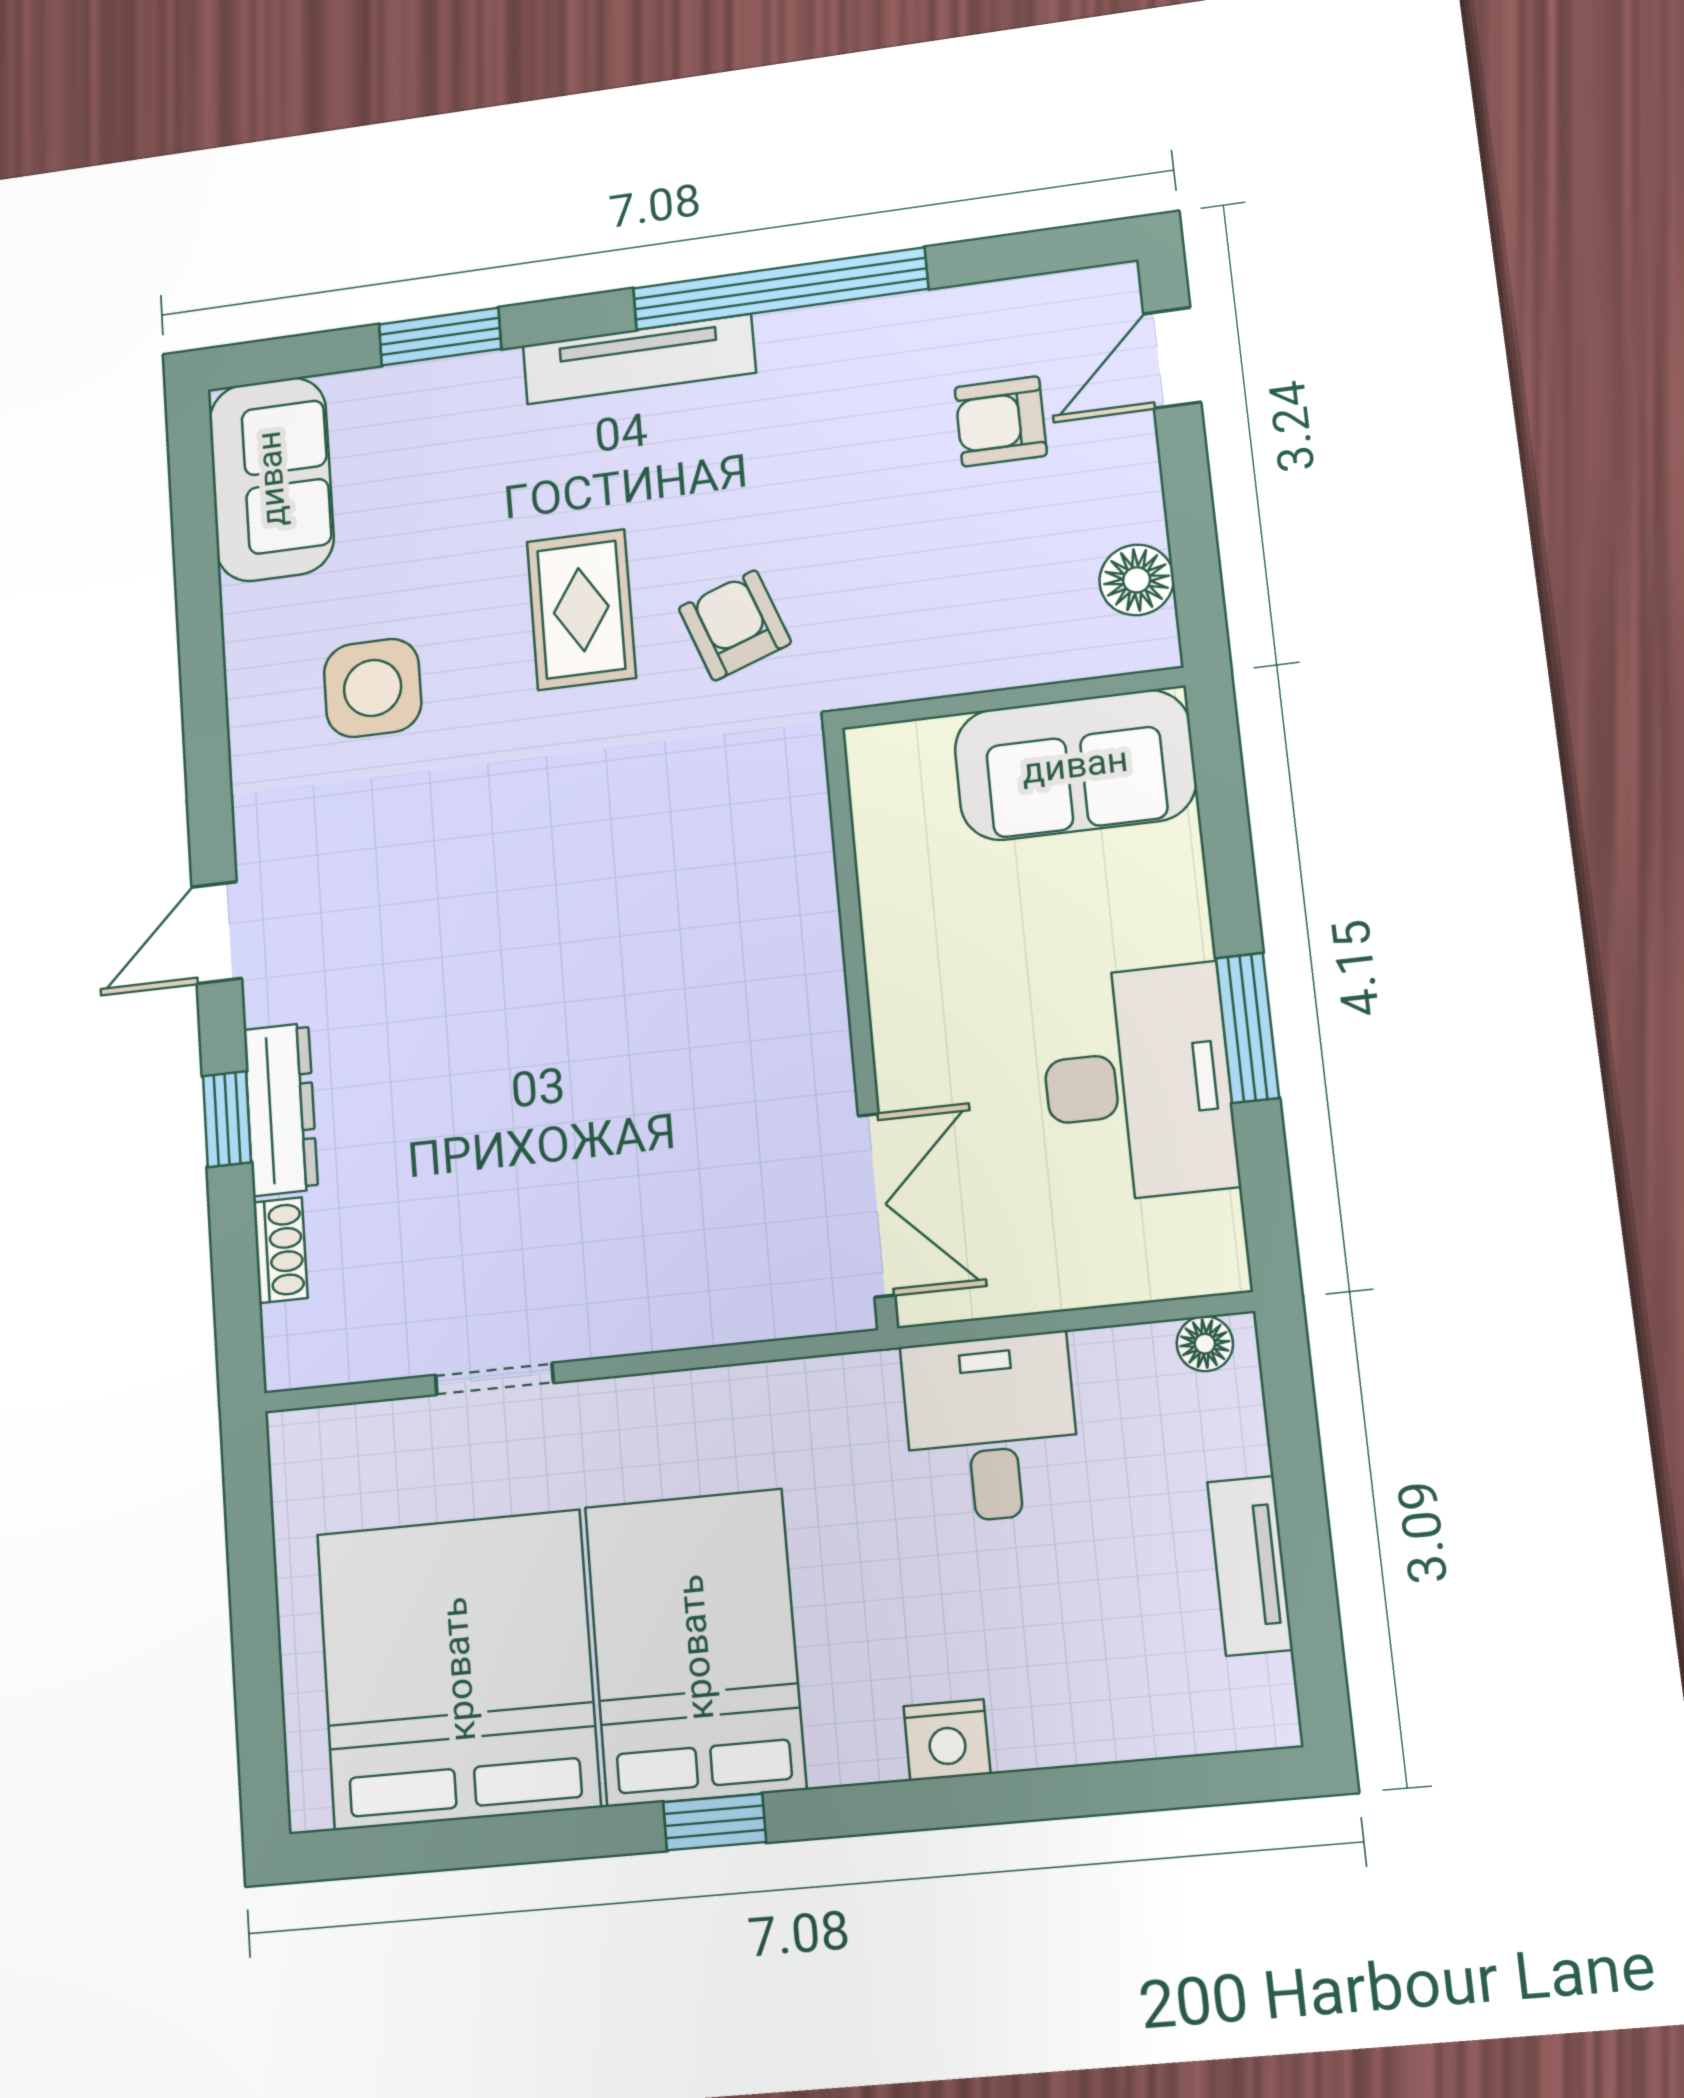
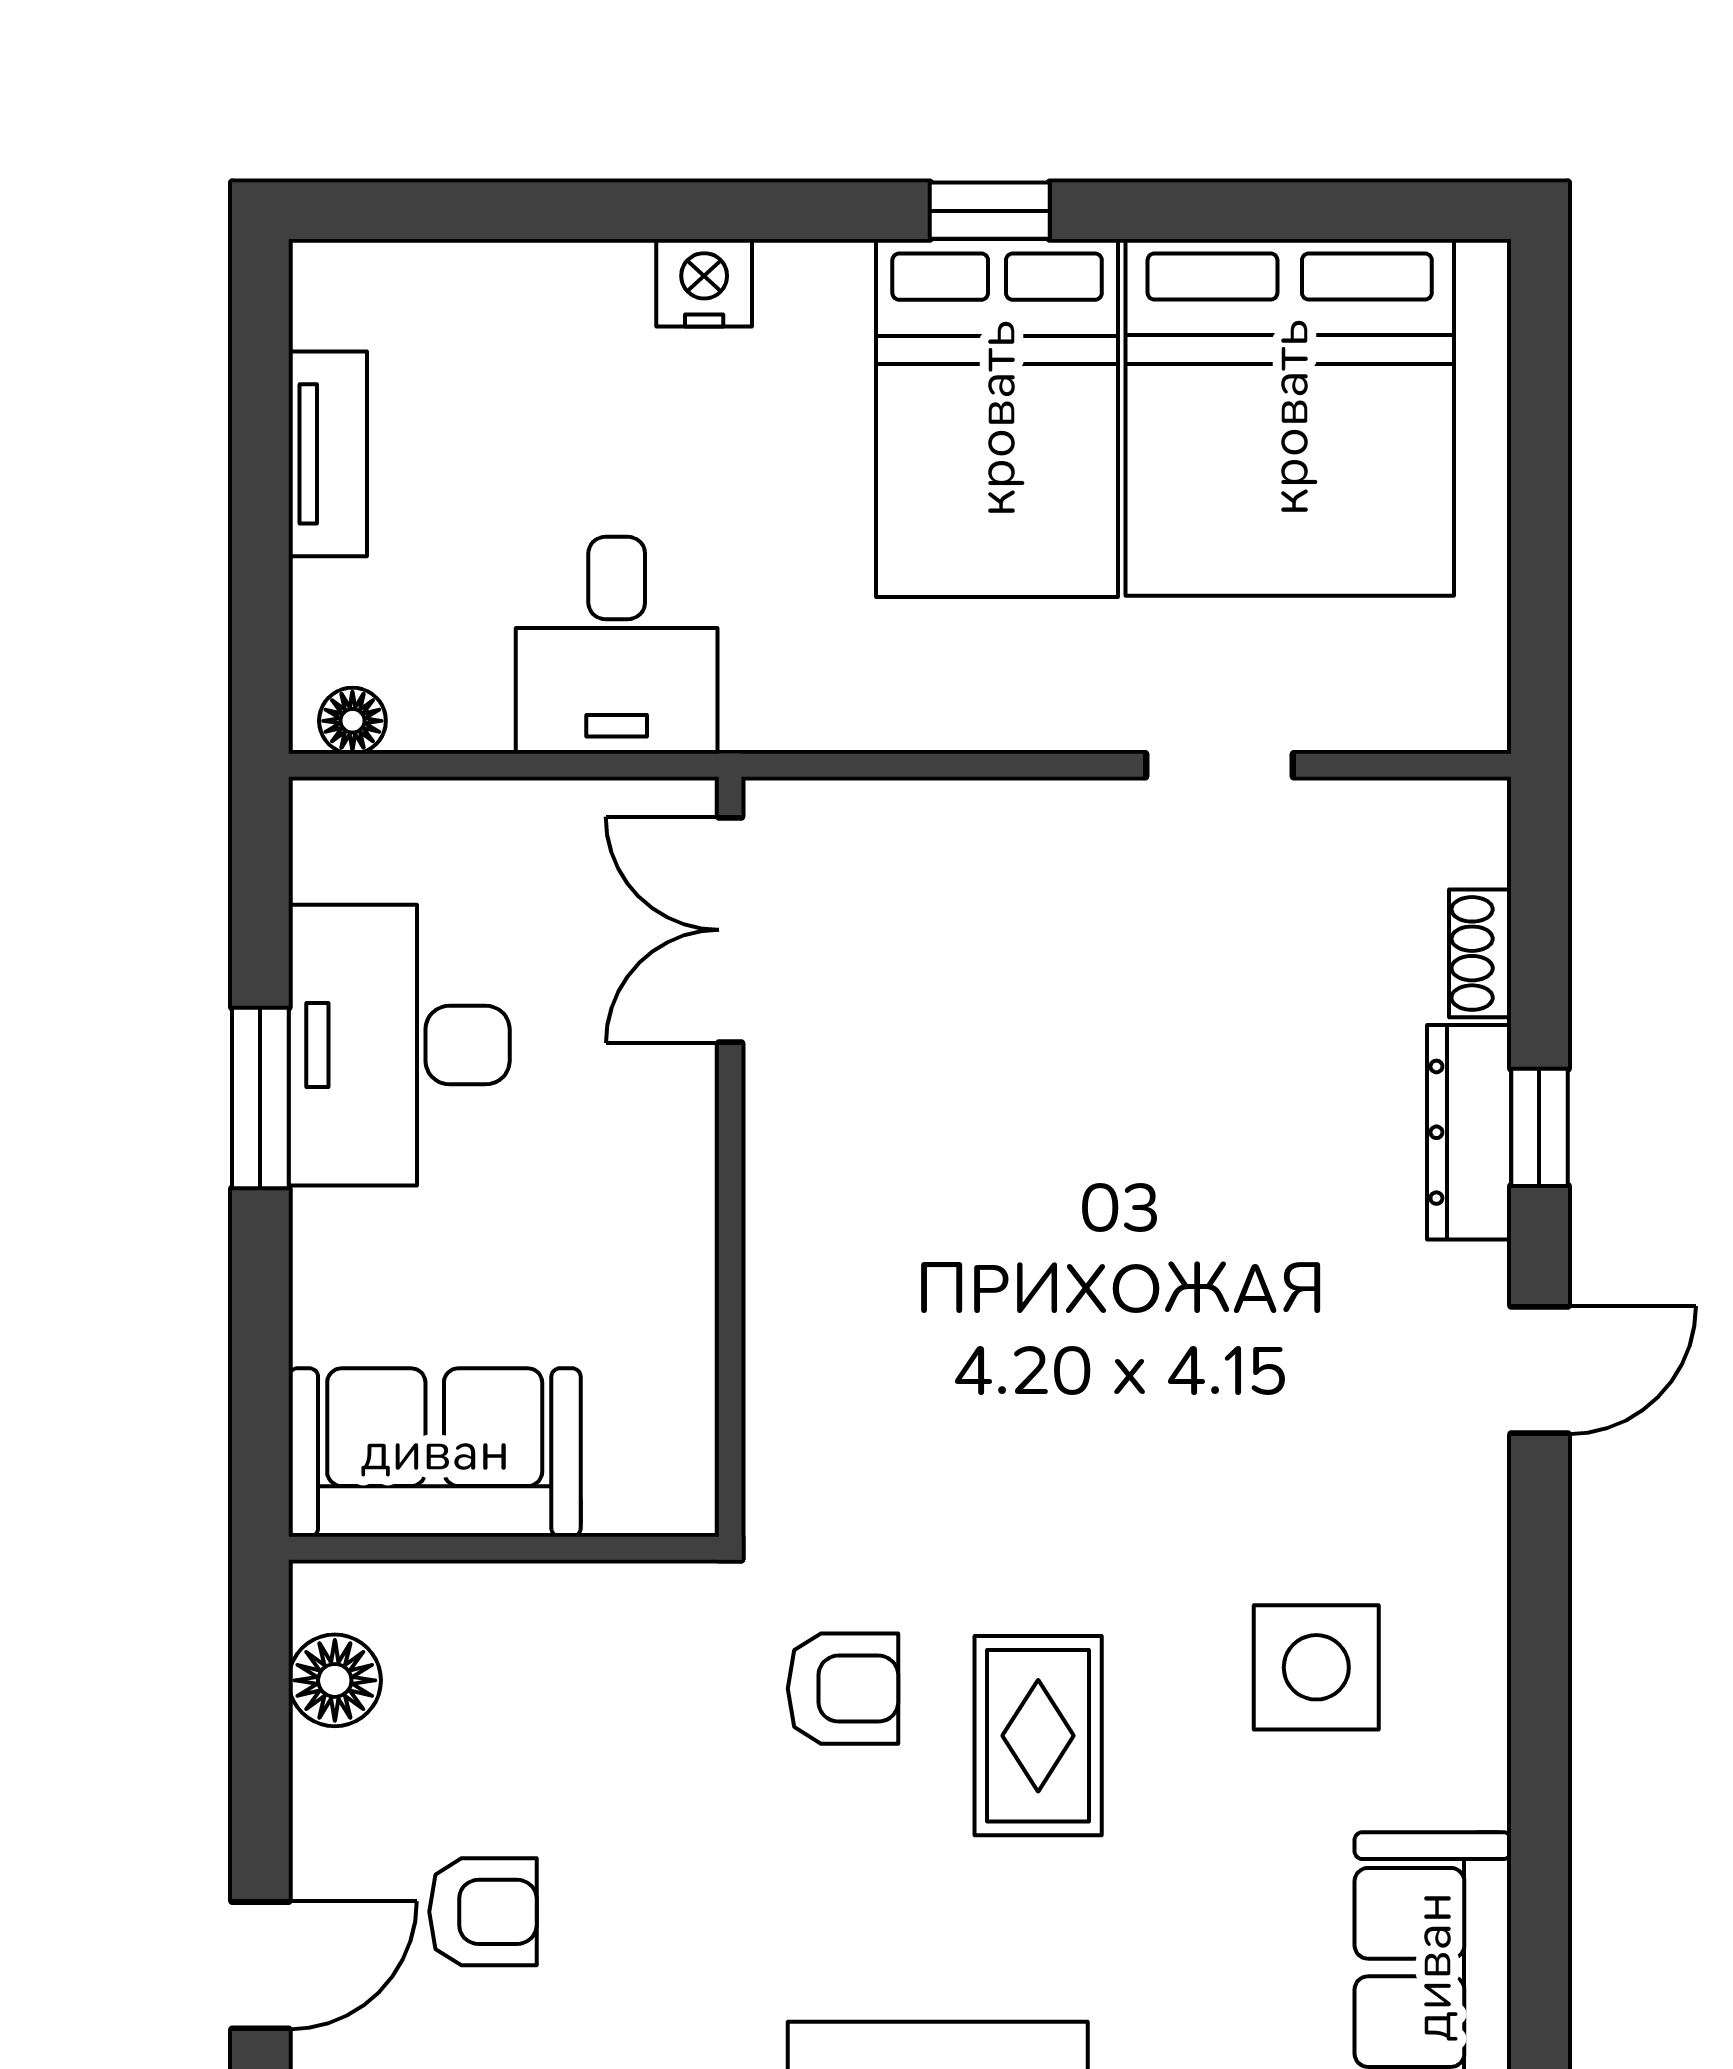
armchair: (735, 625) -> (843, 1689), turned -70

